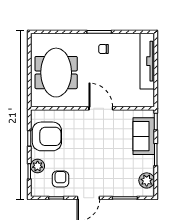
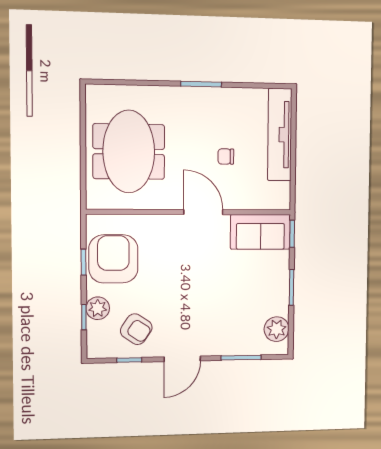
chair: (104, 49) -> (226, 156), moved
armchair: (47, 136) -> (113, 259), turned -90
sofa: (144, 136) -> (260, 232), moved, turned -90
armchair: (60, 179) -> (136, 329), turned 124

